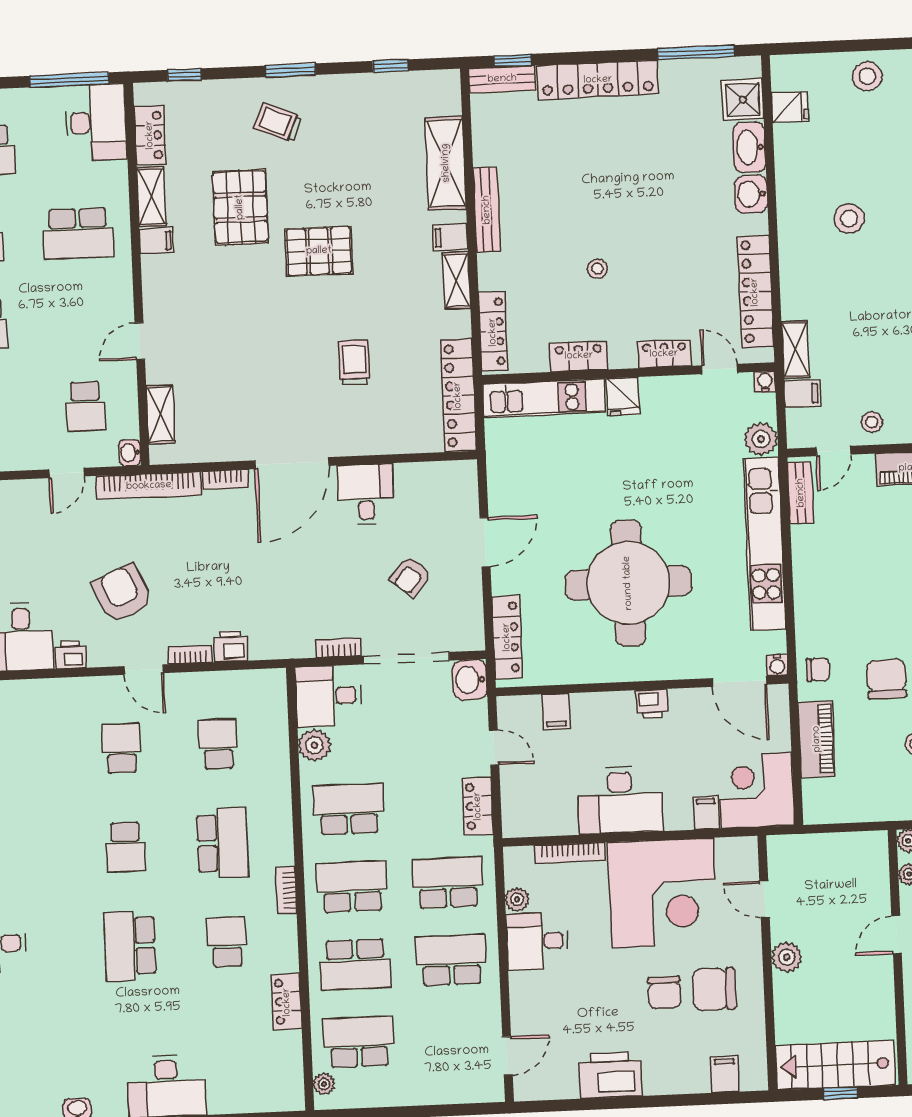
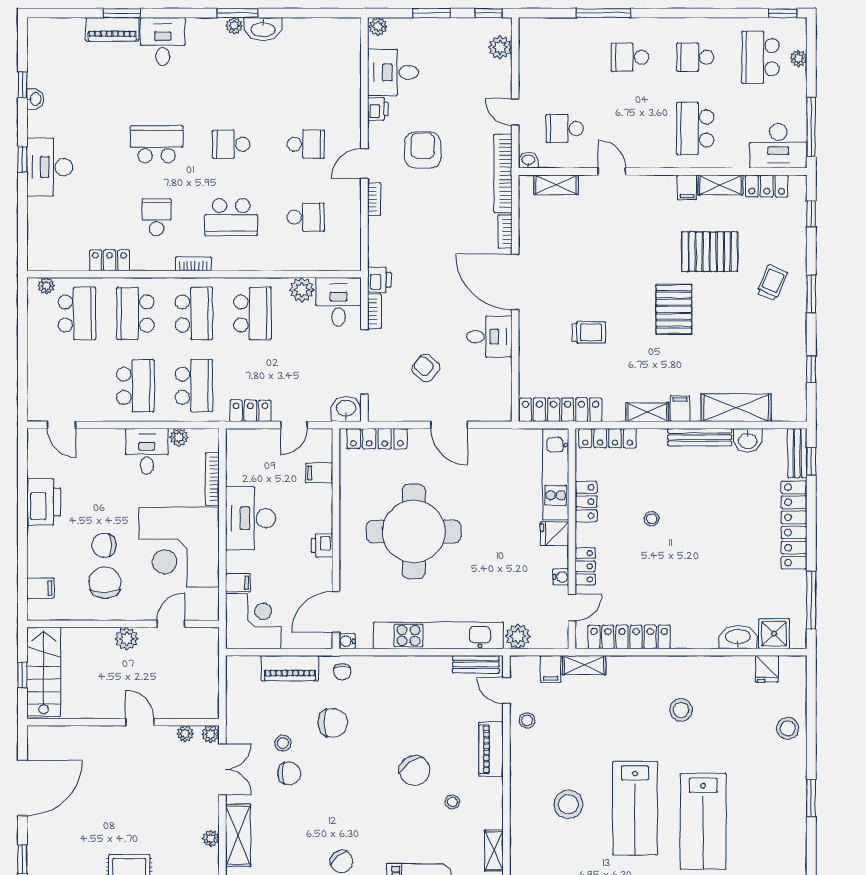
washbasin: (751, 194) -> (748, 440), moved, turned 180
water cooler: (765, 382) -> (561, 577), moved
armchair: (122, 593) -> (423, 150), turned -66
printer: (231, 646) -> (379, 280), moved
school desk: (227, 942) -> (157, 217), turned -90

